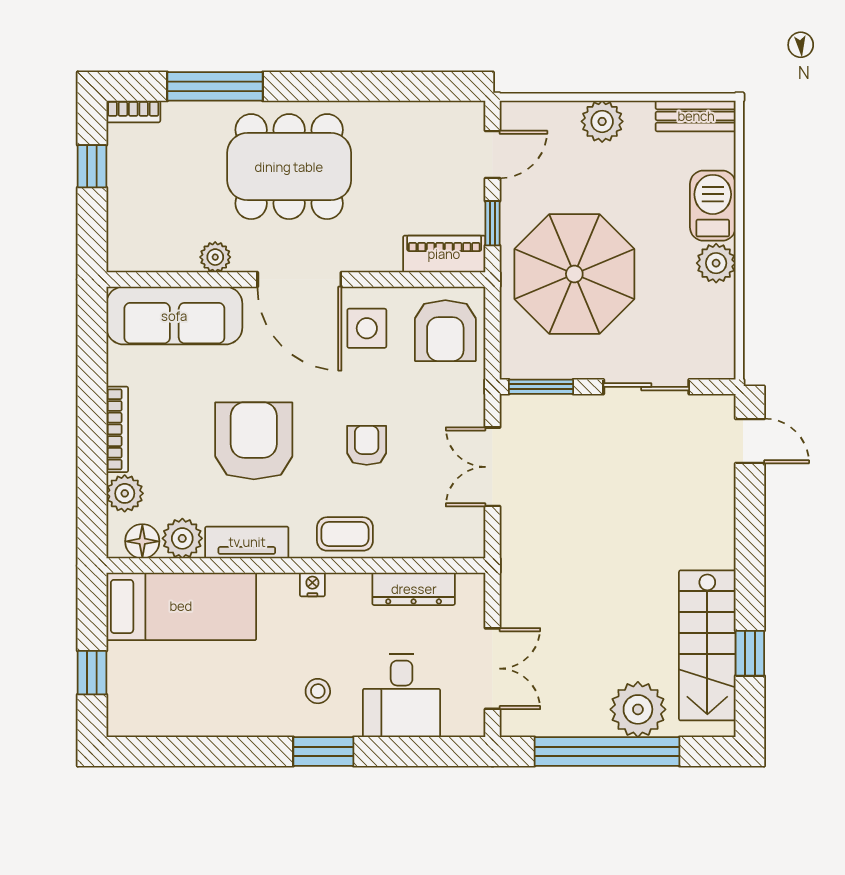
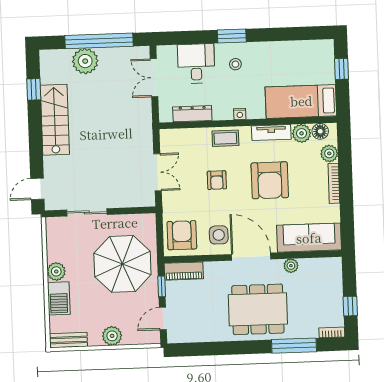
window: (541, 387) -> (136, 211), removed
door: (750, 441) -> (37, 189), hinge flipped
stairs: (707, 645) -> (55, 120), moved

